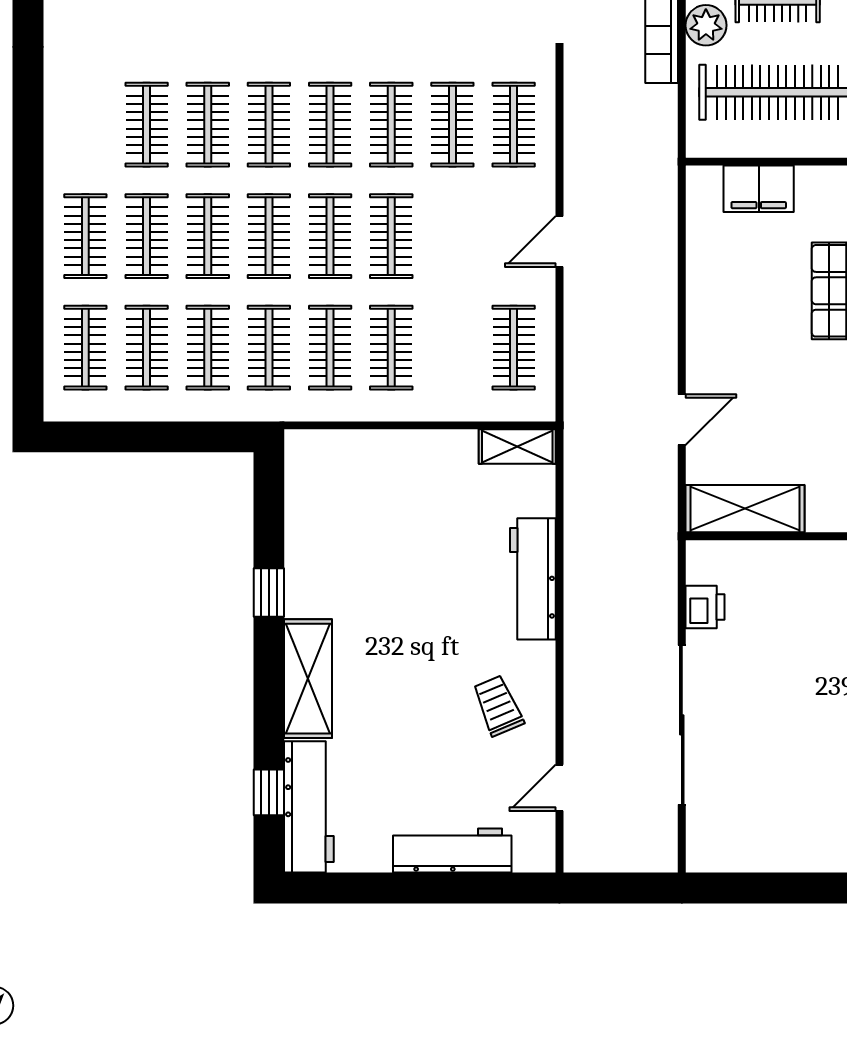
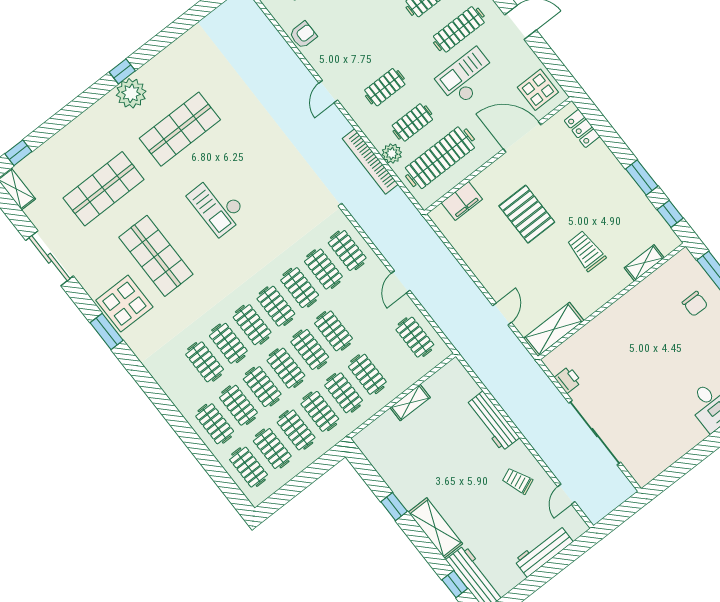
shelving: (517, 446) -> (410, 403), moved

